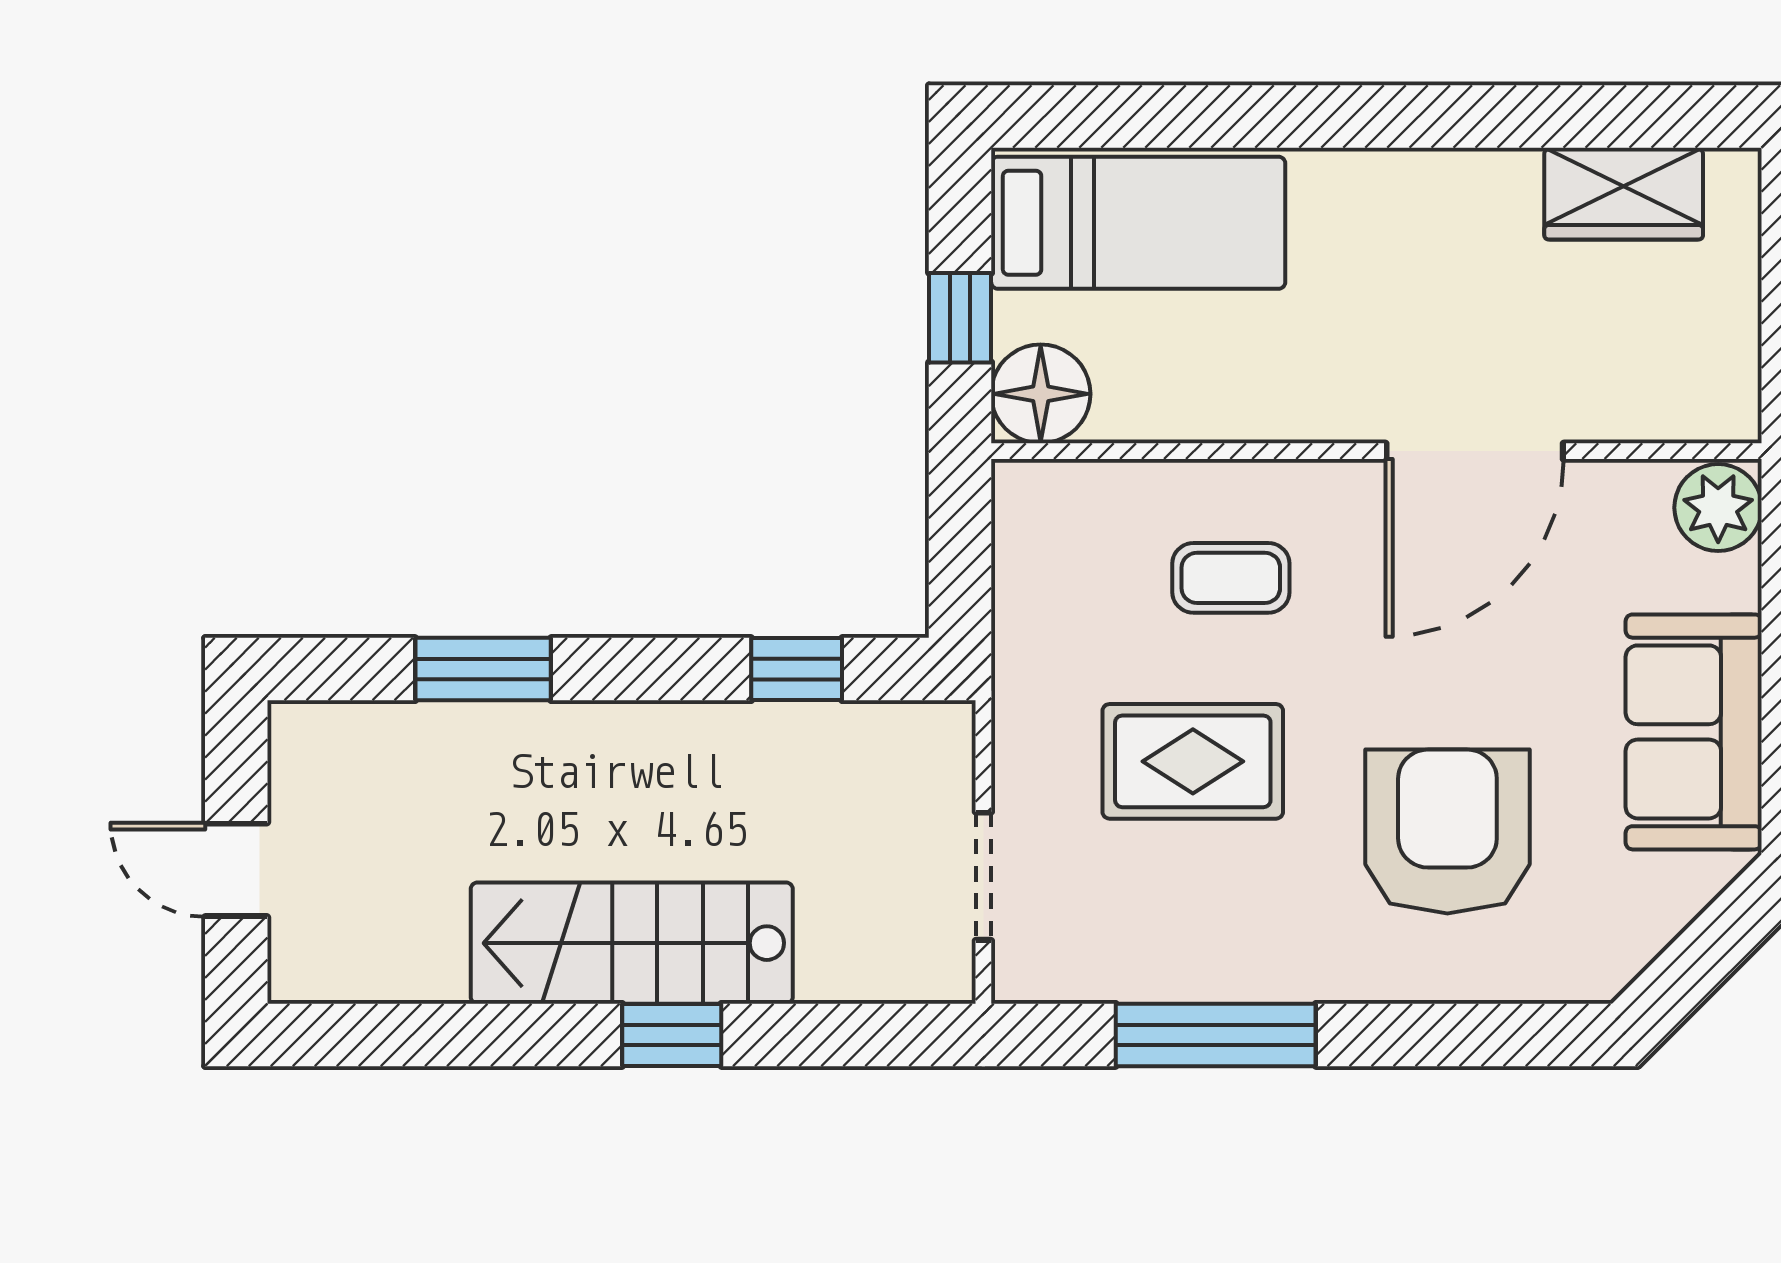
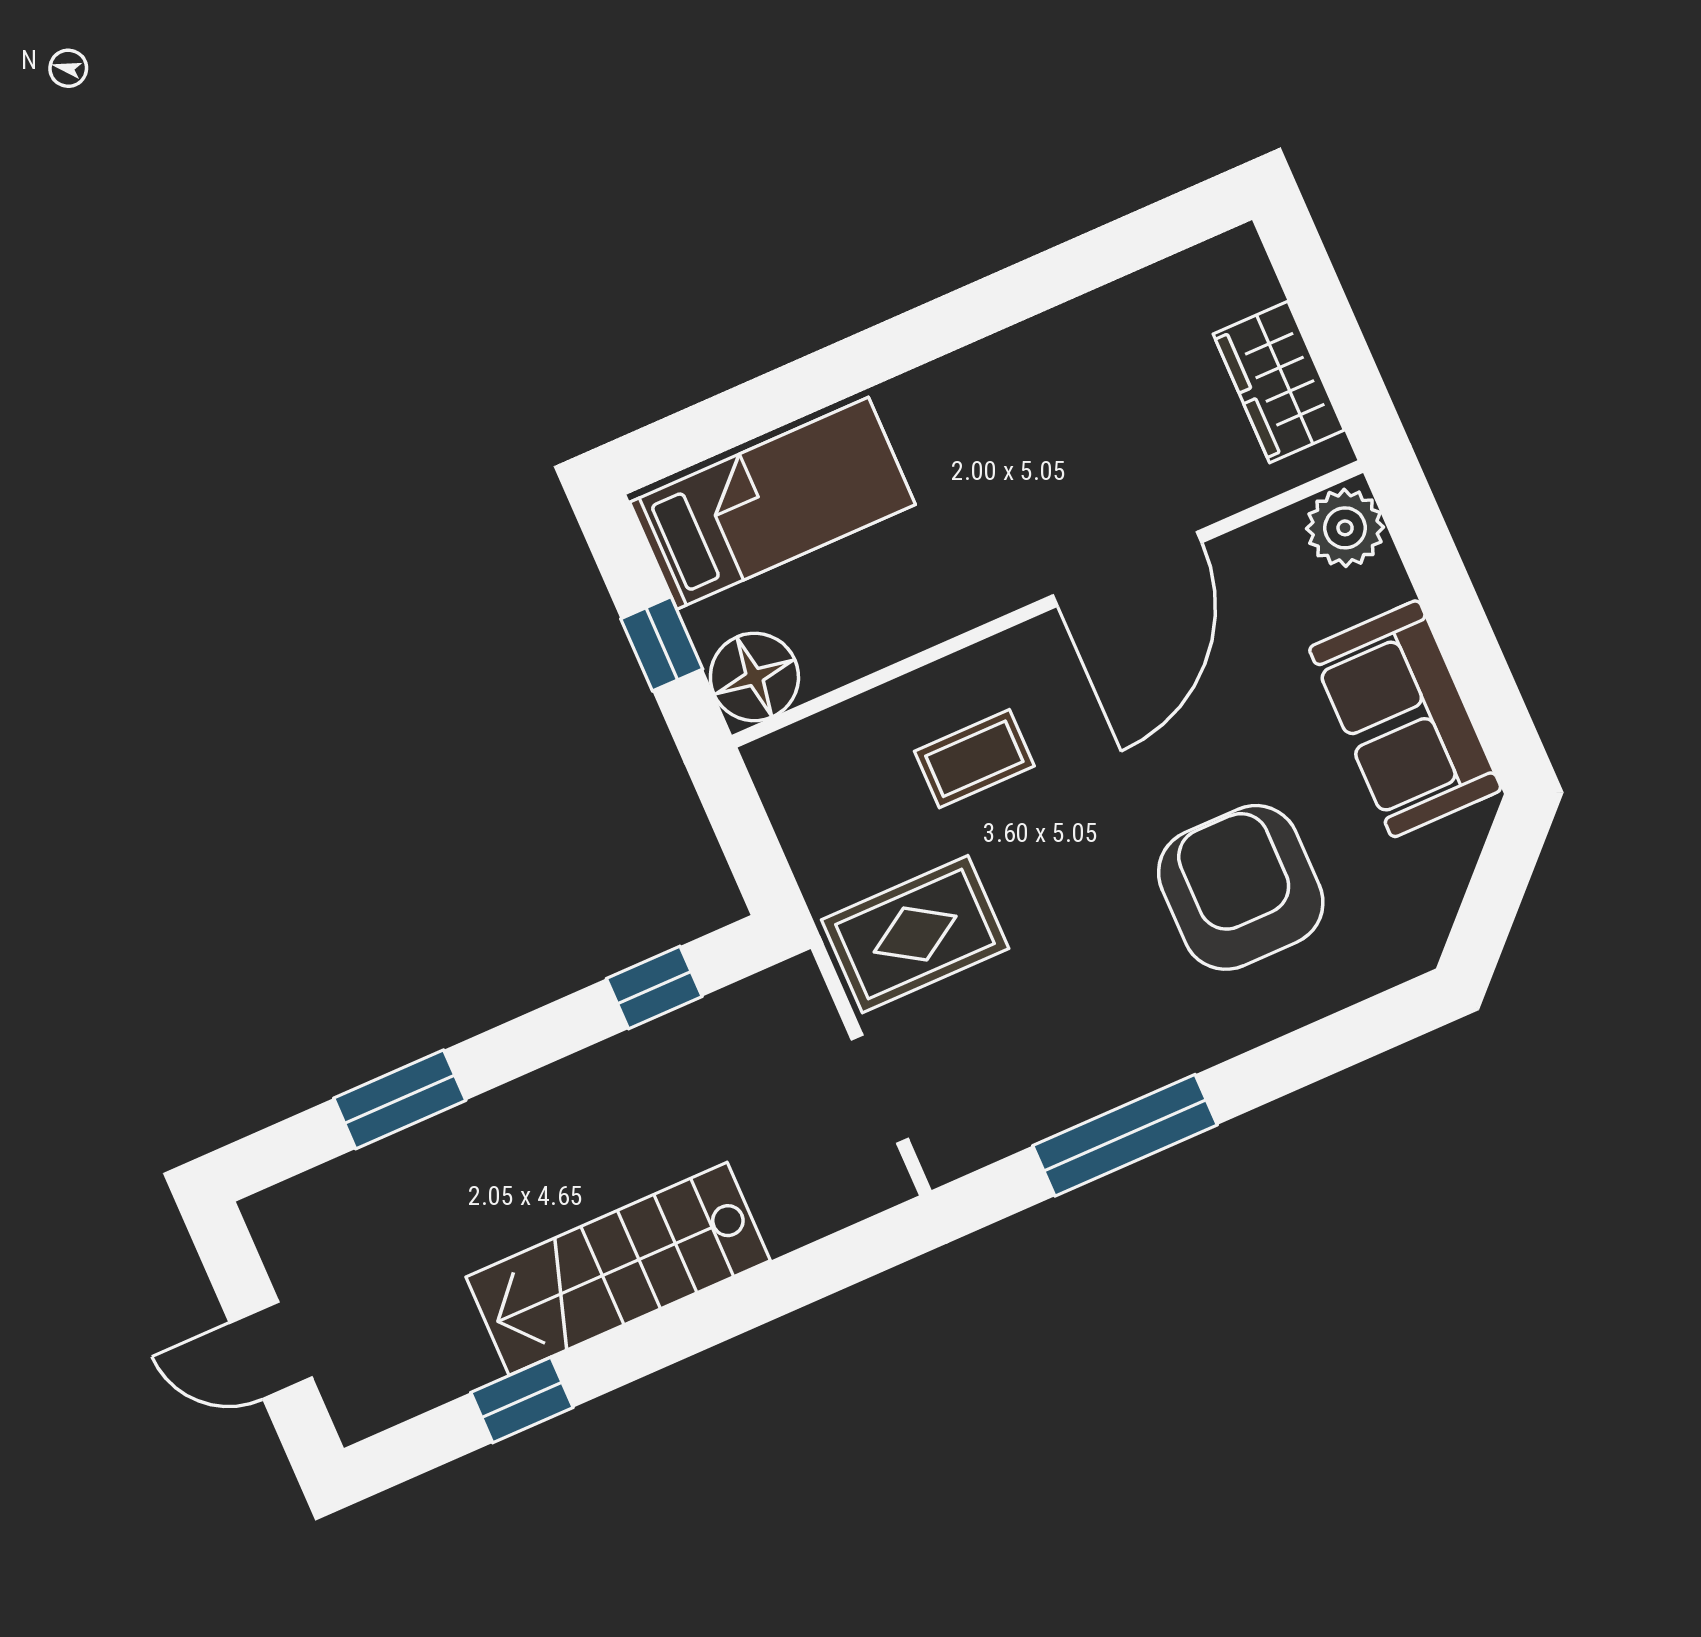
wardrobe: (1624, 194) -> (1279, 382), moved, turned 90
rug: (1193, 761) -> (915, 934), moved
window: (672, 1035) -> (522, 1400), moved

